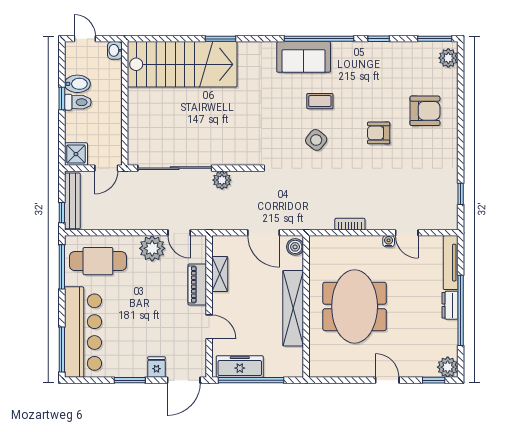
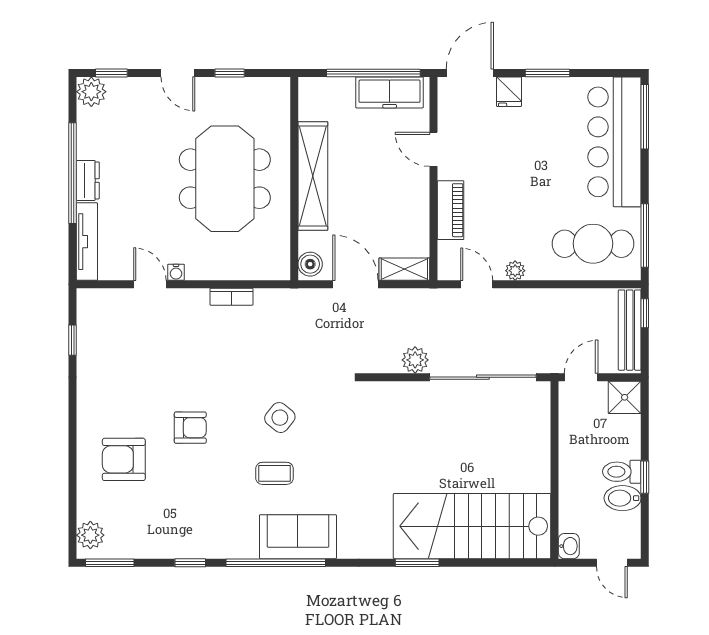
plant: (152, 248) -> (515, 271), width x0.53, depth x0.53
shelving: (220, 274) -> (404, 269), moved, turned 90
window: (351, 380) -> (230, 73), added

